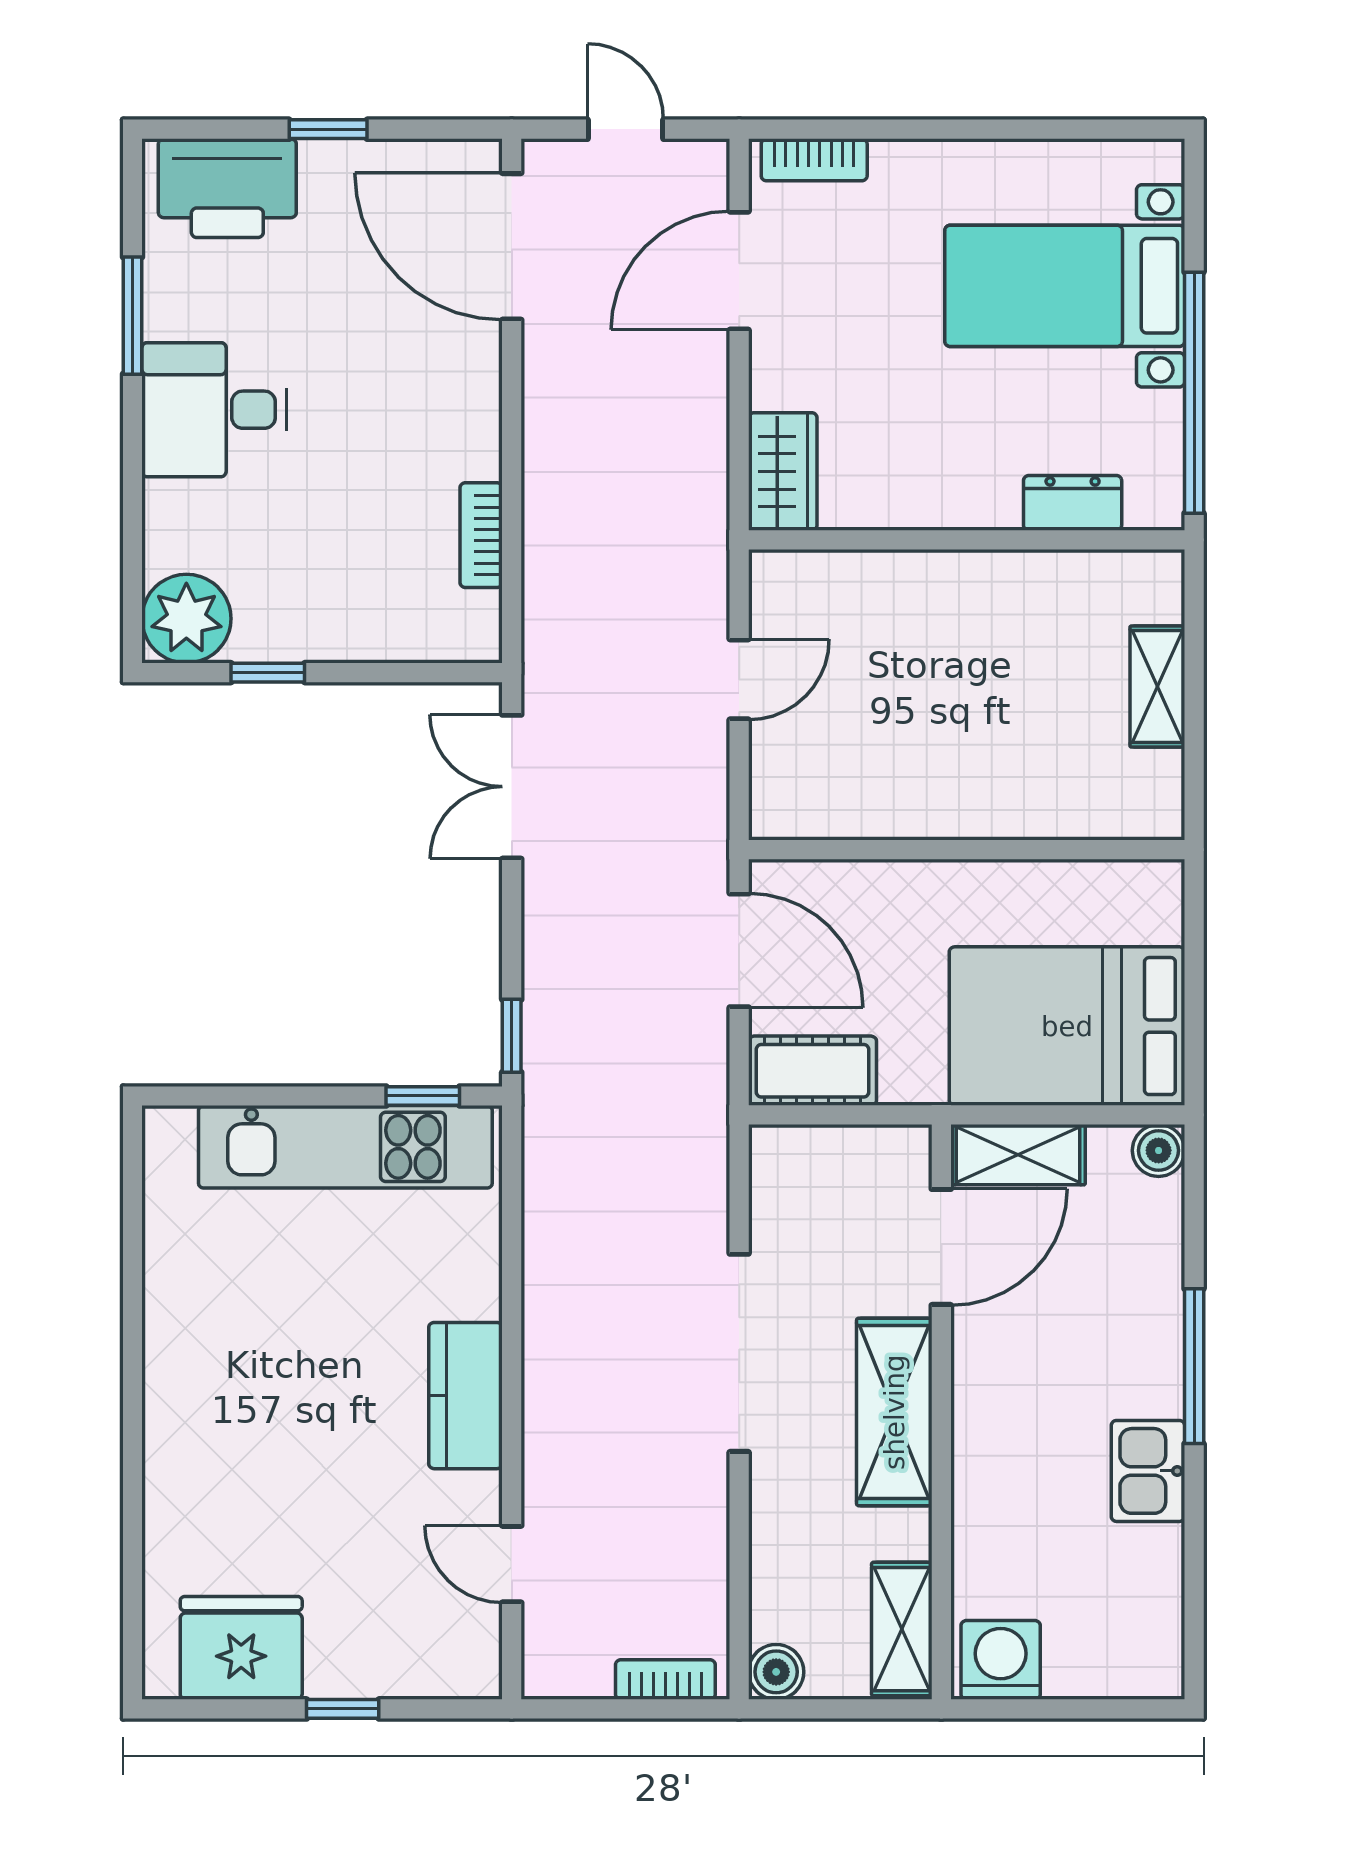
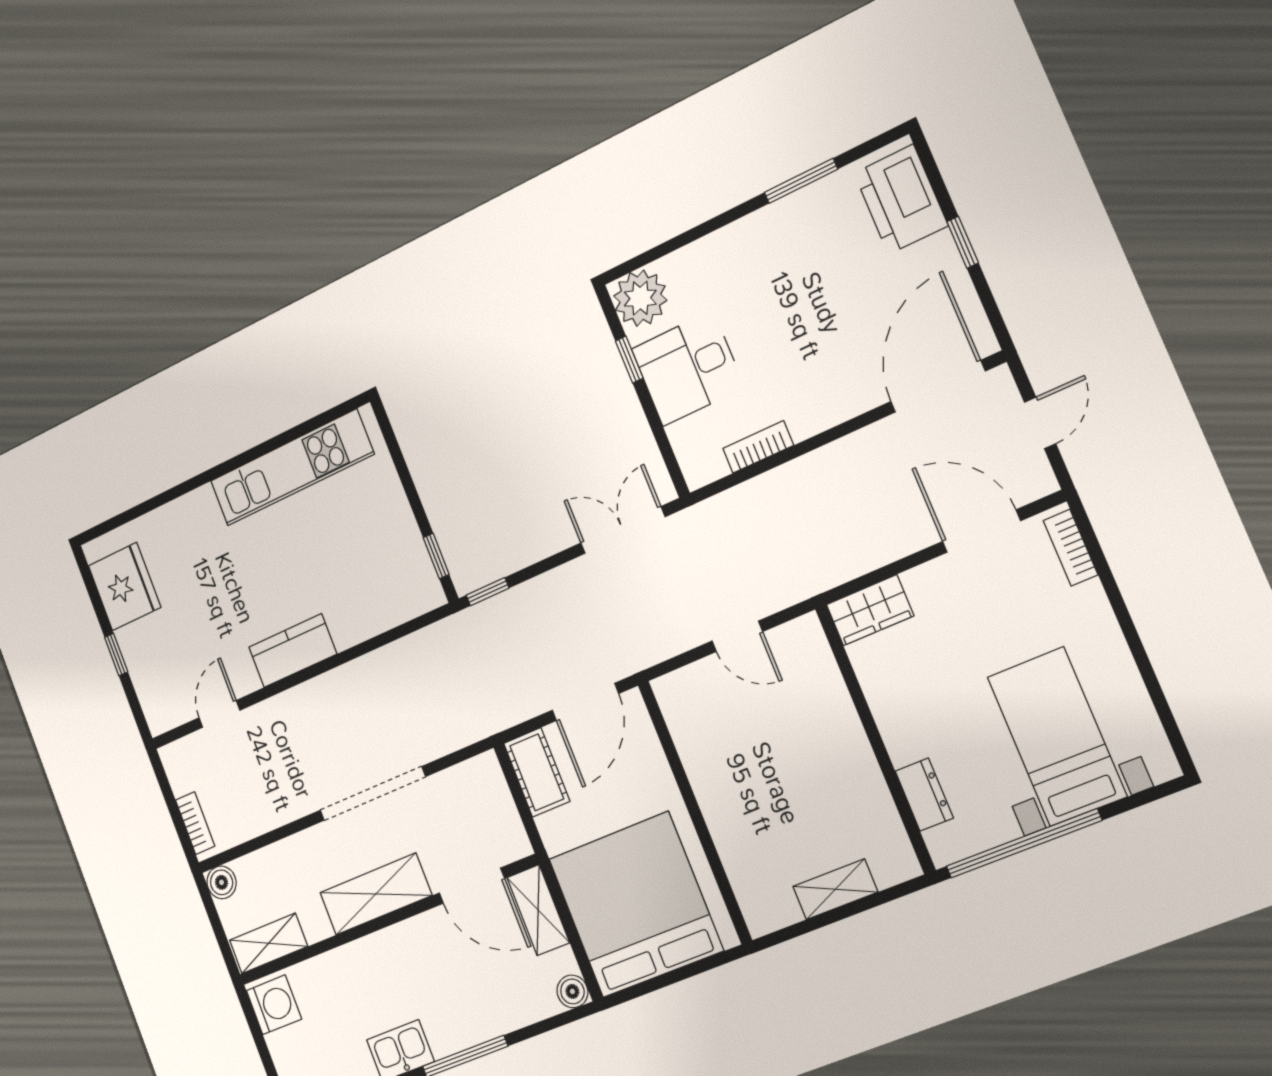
desk: (214, 410) -> (688, 368), moved, turned -90
bed: (1067, 1026) -> (635, 905), width x1.36
kitchen unit: (345, 1147) -> (292, 468), moved, turned -90

